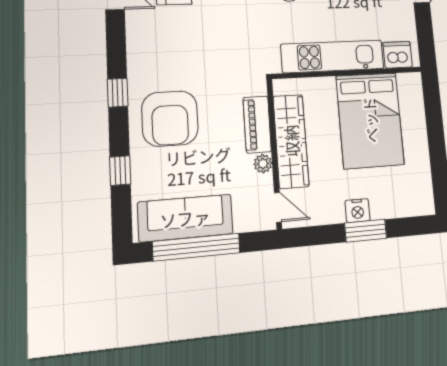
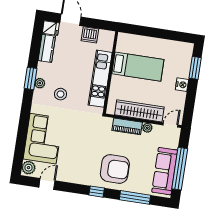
dishwasher: (398, 55) -> (90, 35), moved, turned -90
bed: (370, 120) -> (138, 67), width x0.67
window: (120, 171) -> (135, 197), width x2.17
window: (366, 231) -> (195, 68), moved

